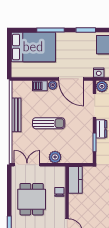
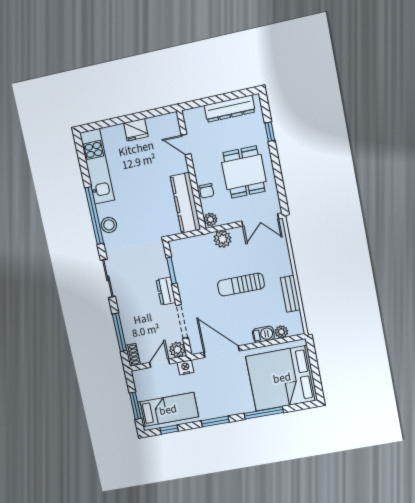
bed: (33, 47) -> (282, 378), width x1.36
plant: (53, 85) -> (281, 332), moved
bench: (16, 115) -> (290, 294), width x0.73
plant: (61, 172) -> (210, 219), added
kitchen counter: (75, 180) -> (185, 203), width x1.50

